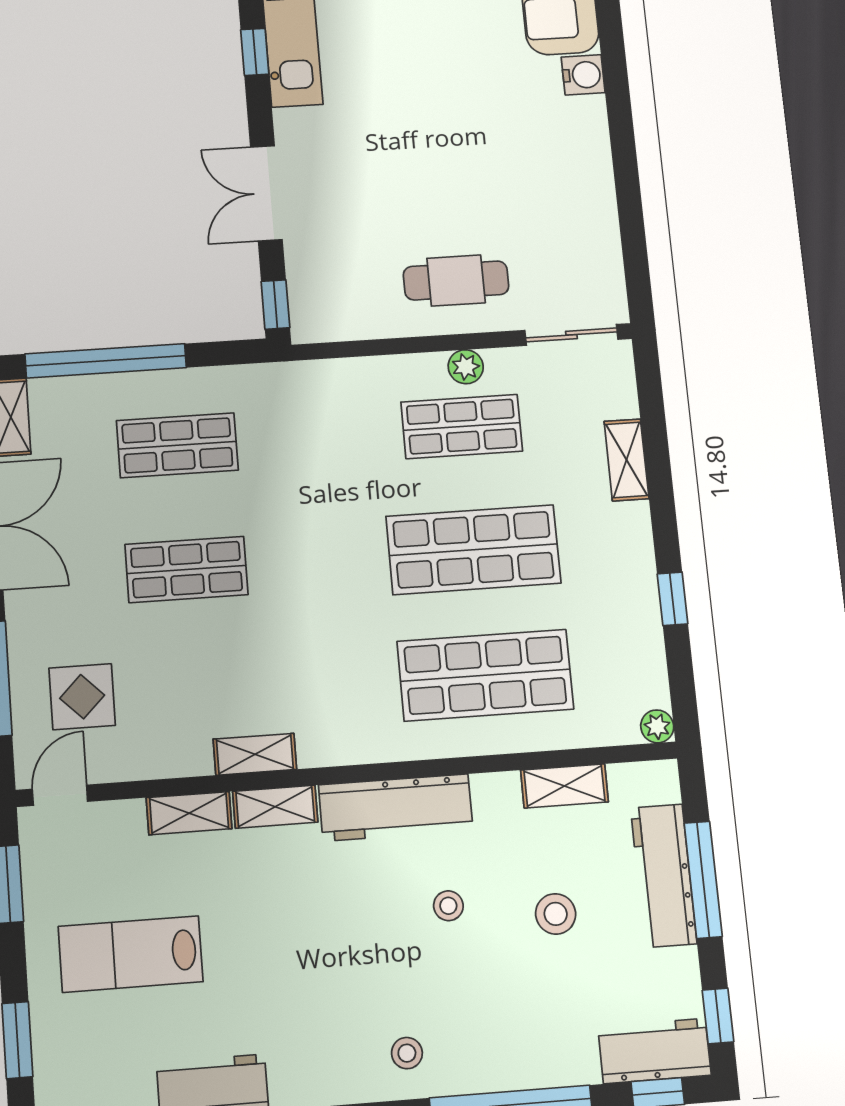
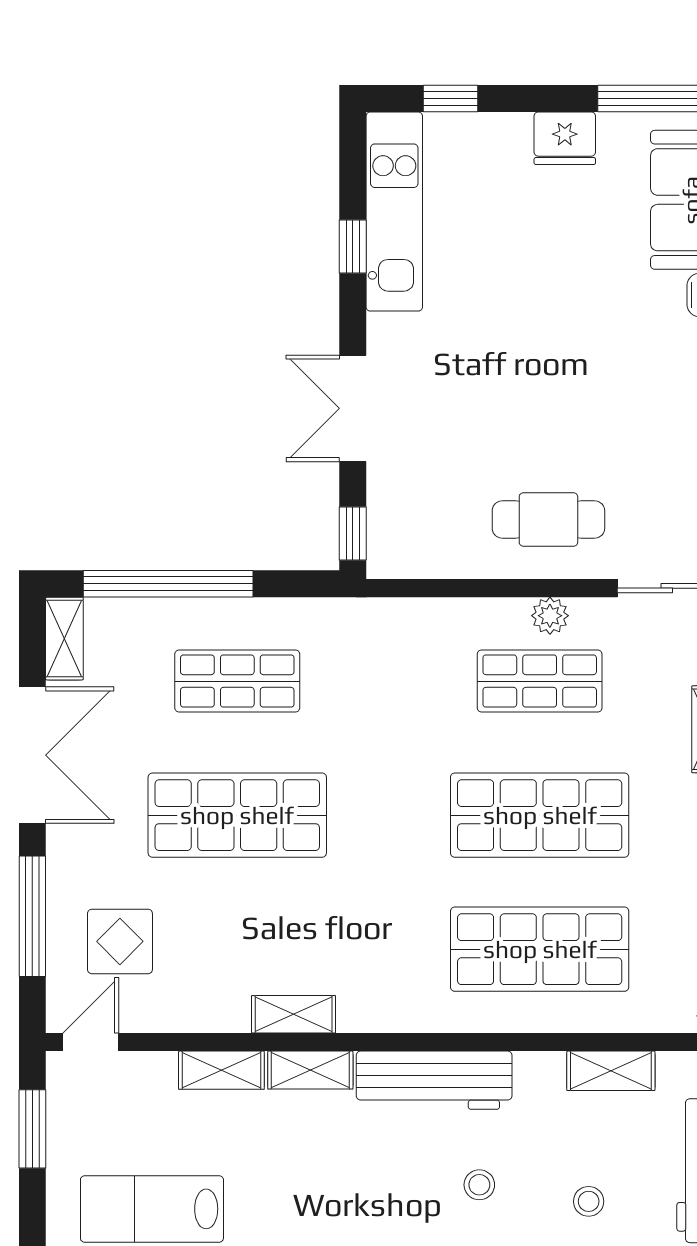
shop shelf: (187, 569) -> (237, 815), width x1.43, depth x1.36
stool: (556, 914) -> (589, 1201), width x0.73, depth x0.73

